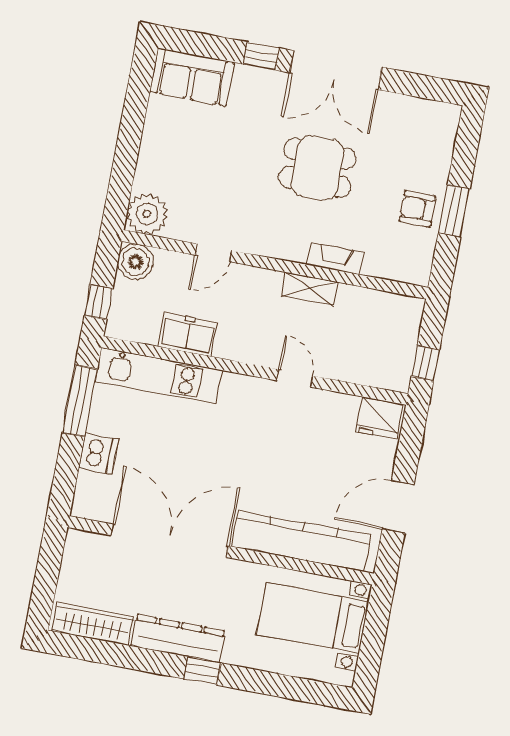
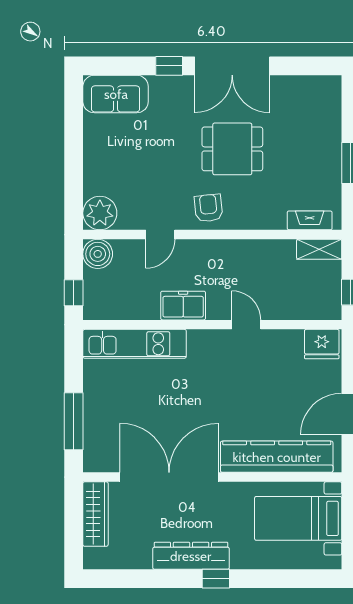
armchair: (417, 209) -> (208, 208), moved, turned 84
fireplace: (335, 258) -> (310, 220), moved
shelving: (309, 289) -> (319, 249), moved
freezer: (188, 335) -> (183, 306), moved
window: (80, 401) -> (74, 421), moved
dishwasher: (98, 454) -> (97, 417), removed
wardrobe: (93, 624) -> (95, 514), moved, turned 90

